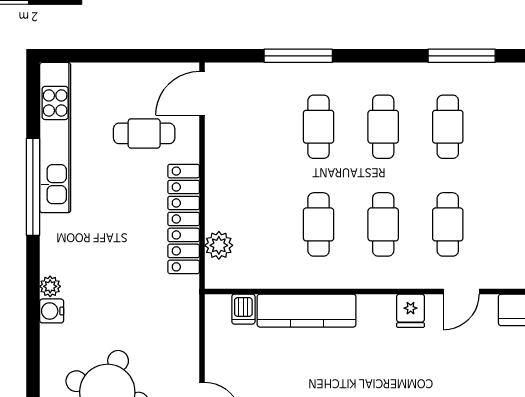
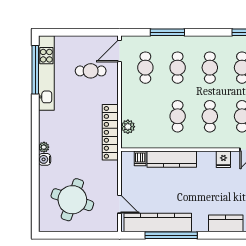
cafe table: (254, 127) -> (145, 68), added
window: (33, 187) -> (35, 70), moved
locker: (184, 219) -> (110, 132), moved

